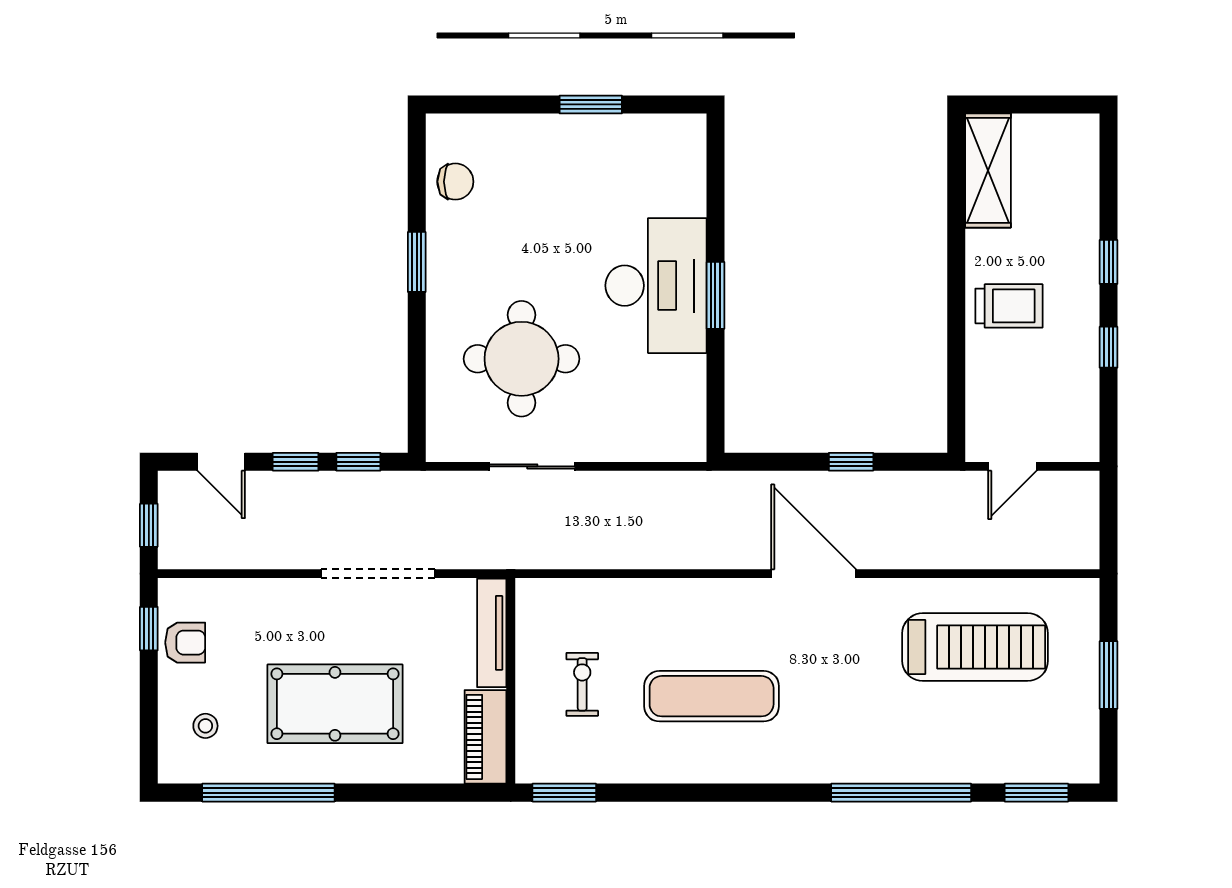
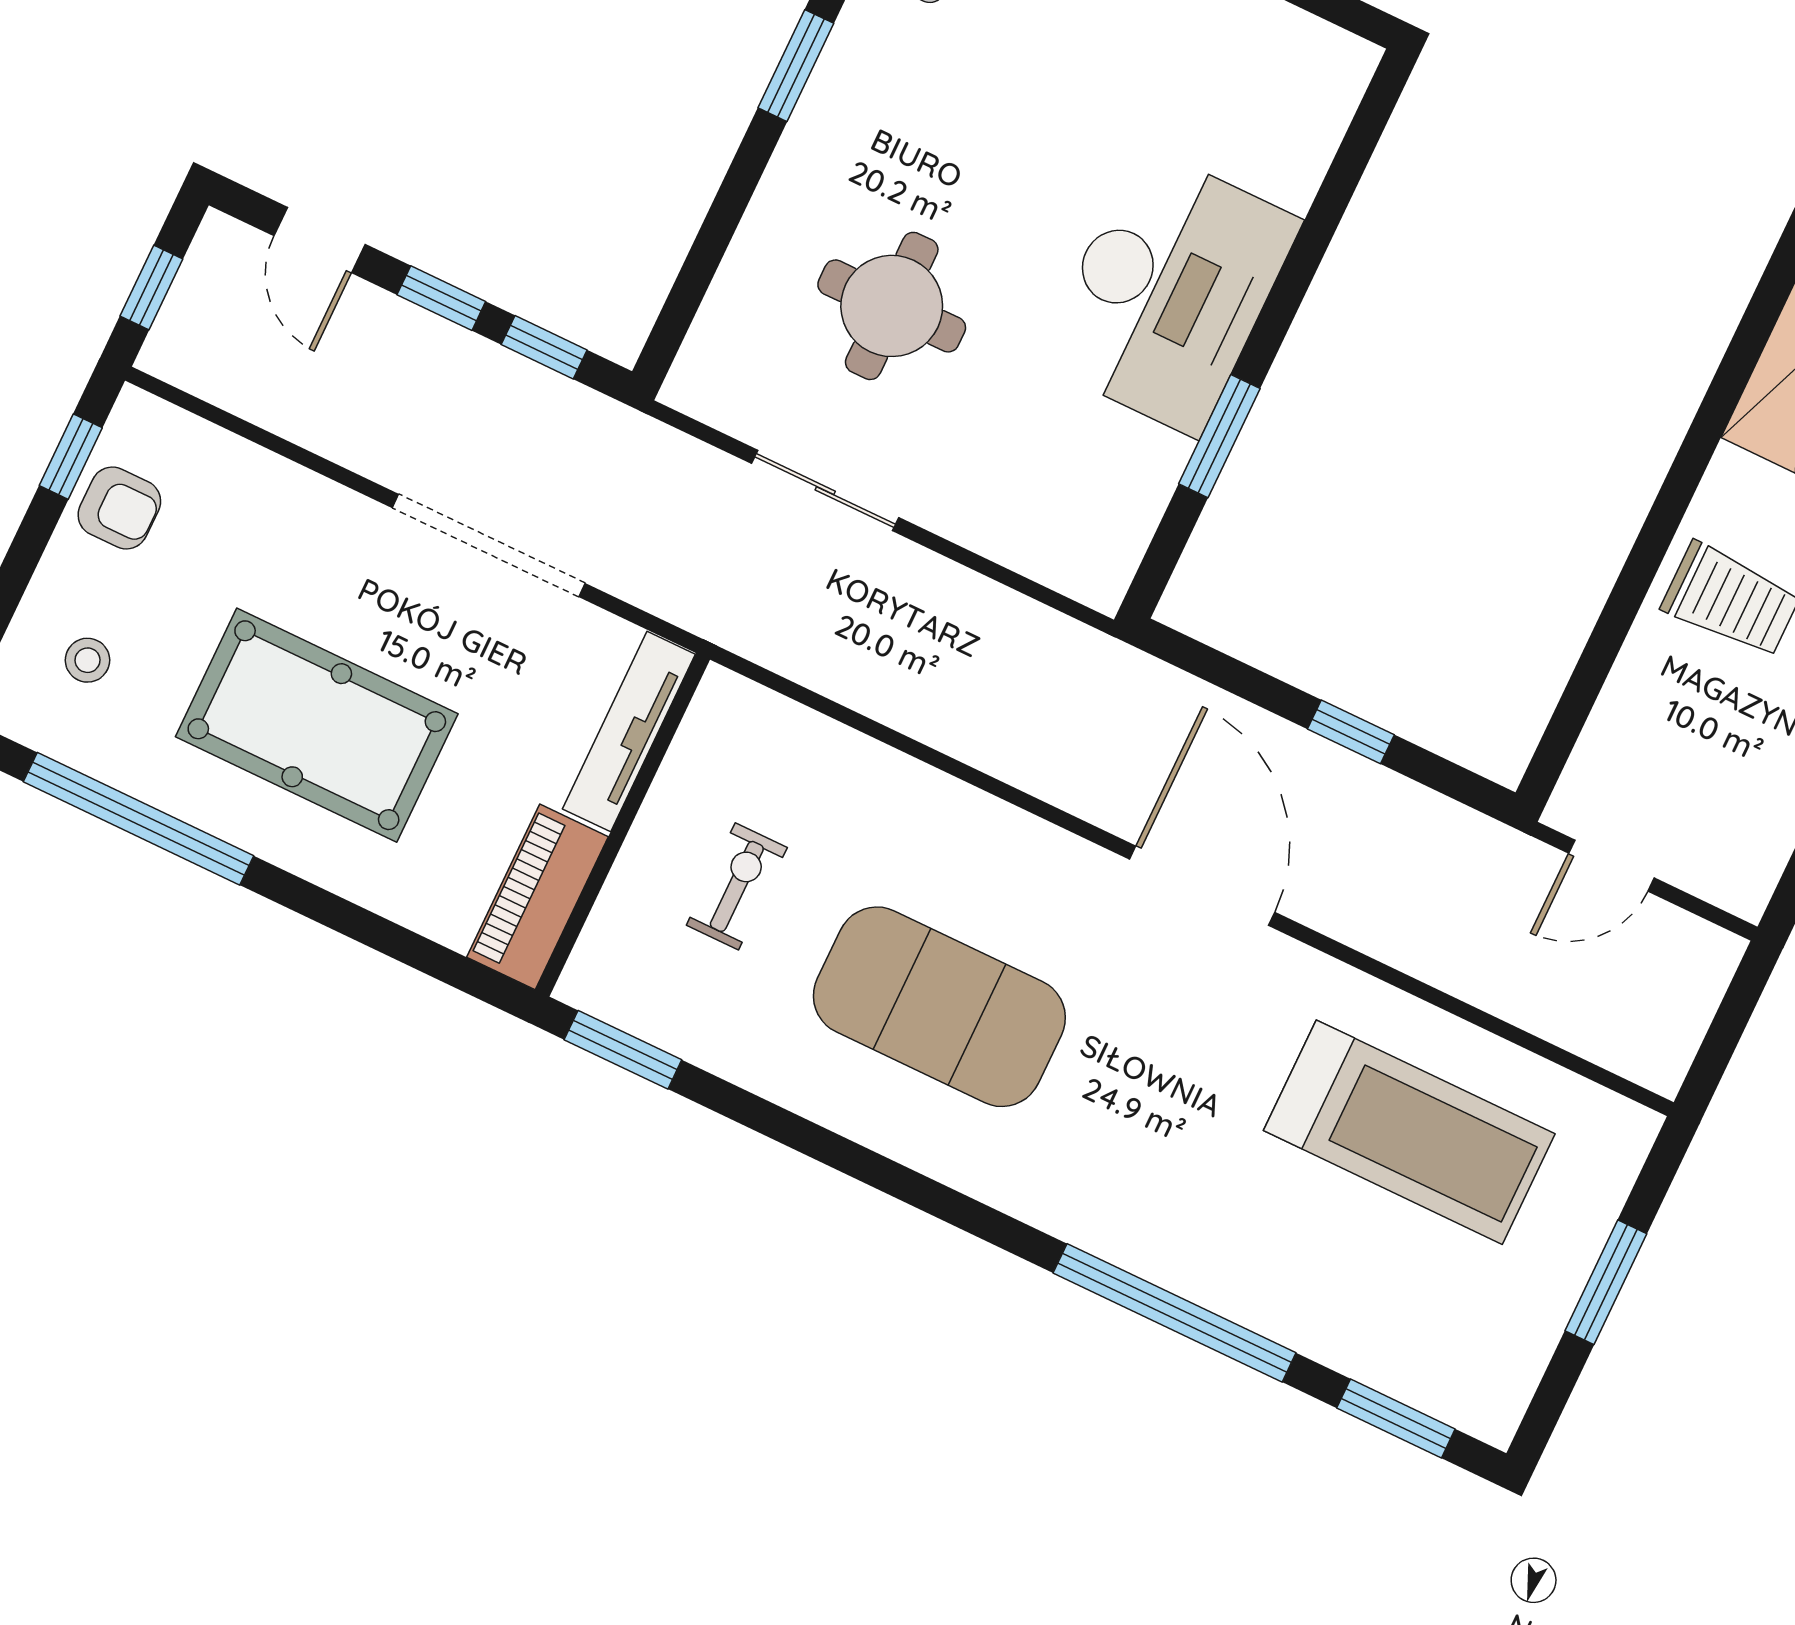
window: (715, 295) -> (1219, 436), moved
round table: (522, 359) -> (892, 306), width x0.73, depth x0.73
exercise mat: (712, 696) -> (939, 1007), width x1.47

